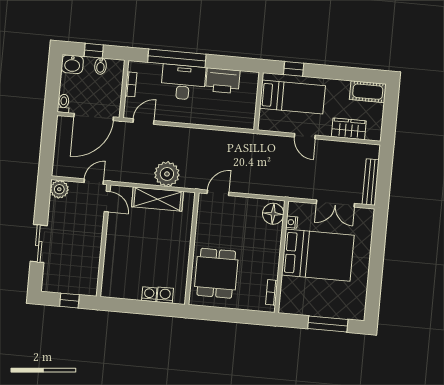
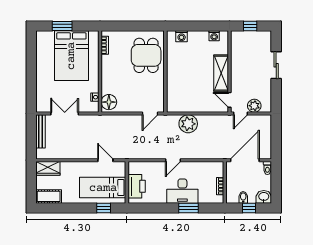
window: (177, 58) -> (189, 208), width x0.47
printer: (223, 81) -> (137, 186), moved, turned 90
door: (143, 121) -> (173, 160), moved
wardrobe: (349, 129) -> (48, 168), moved
door: (305, 136) -> (105, 160), moved
plant: (59, 189) -> (254, 106), moved
shelving: (158, 199) -> (221, 73), moved, turned 90
bed: (318, 255) -> (71, 56), moved, turned -90
washing machine: (149, 294) -> (214, 36), moved
window: (328, 324) -> (62, 26), width x0.69

